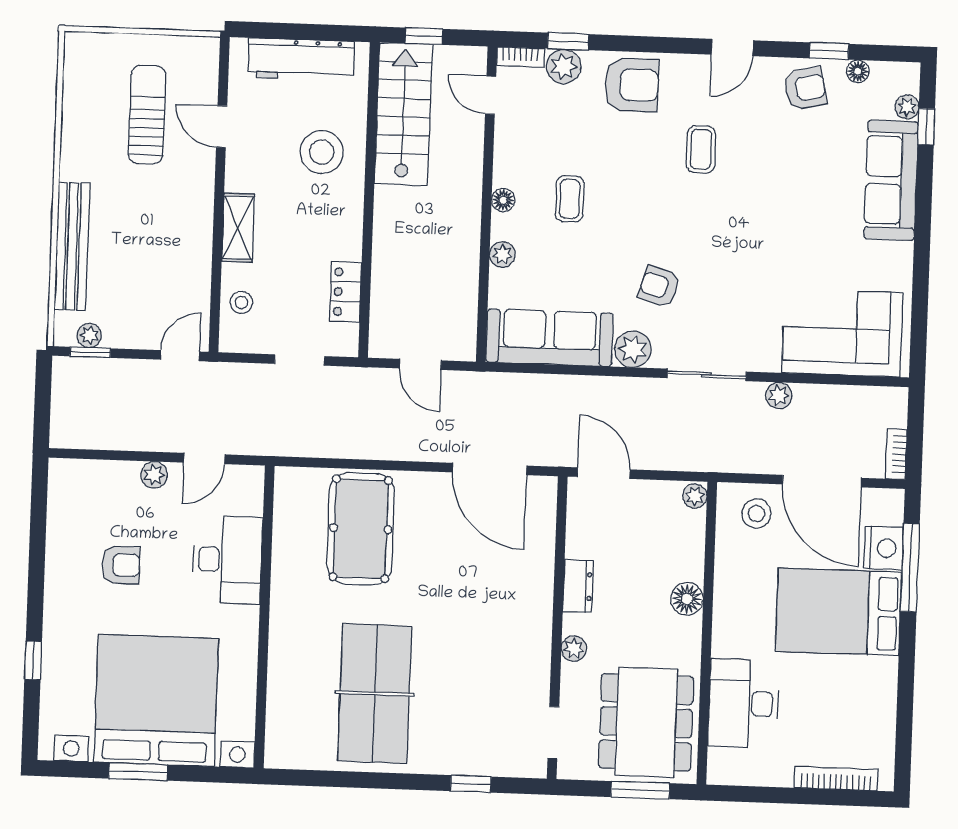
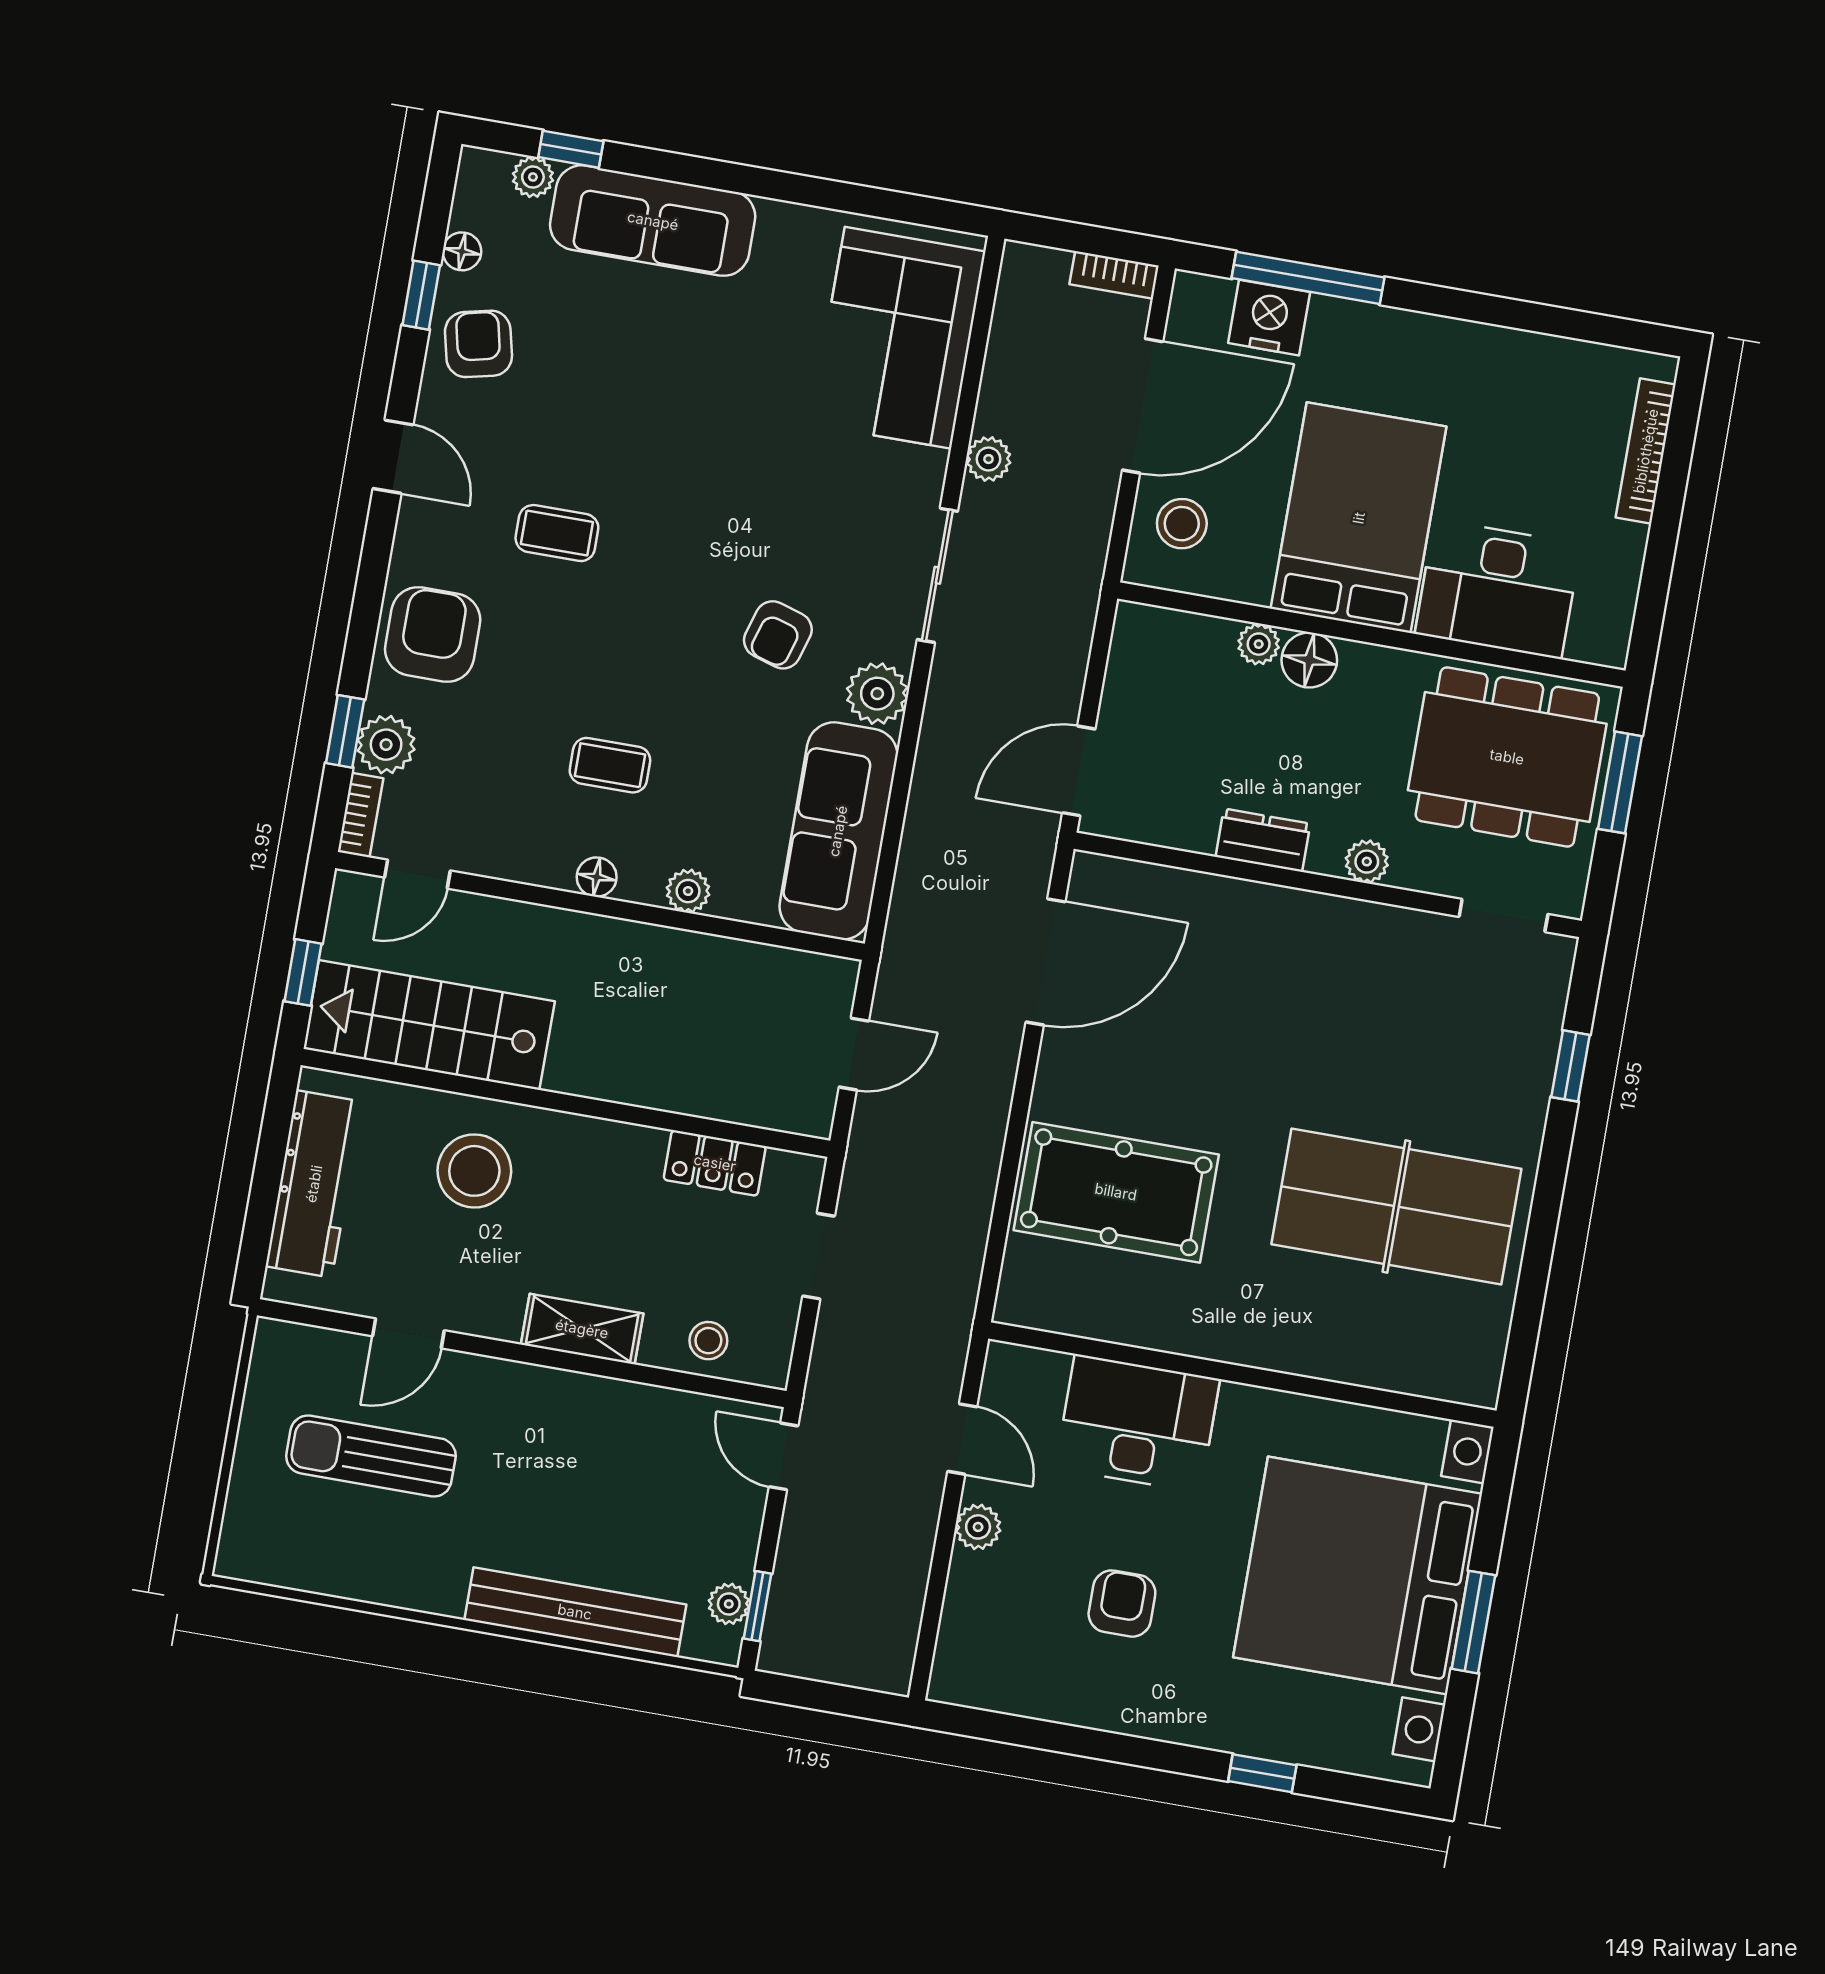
plant: (695, 496) -> (1259, 644), moved
bed: (839, 612) -> (1359, 518), moved, turned 180

